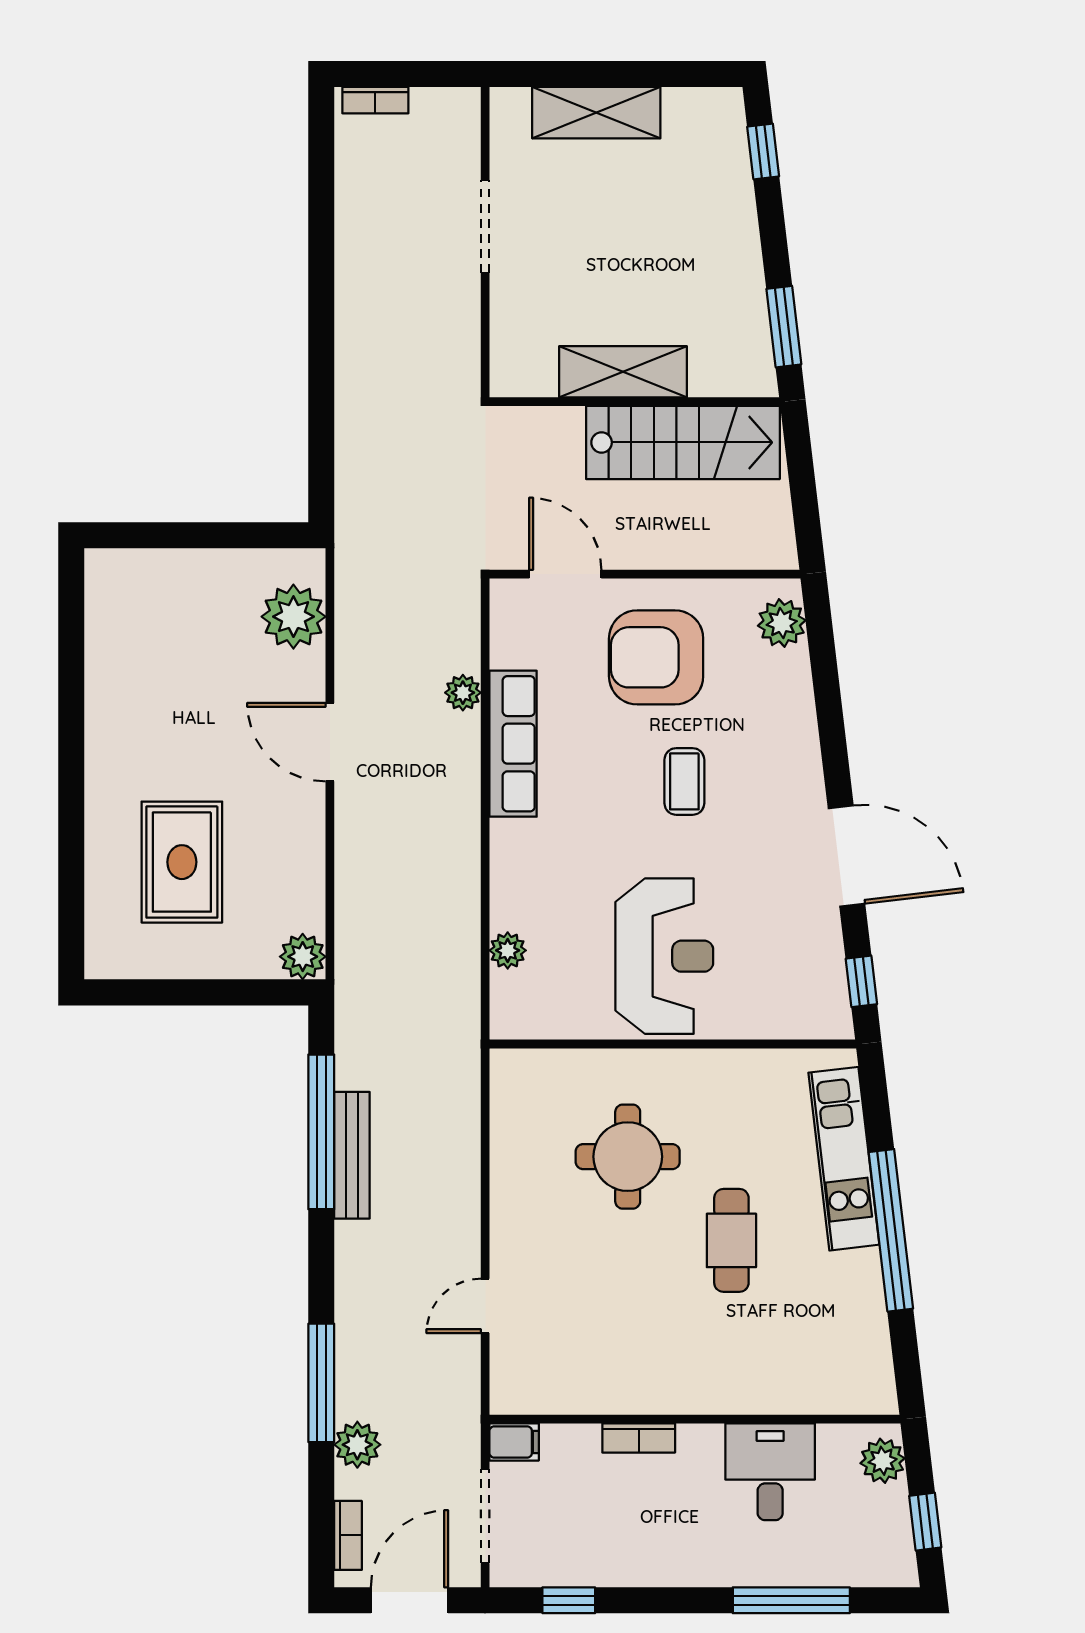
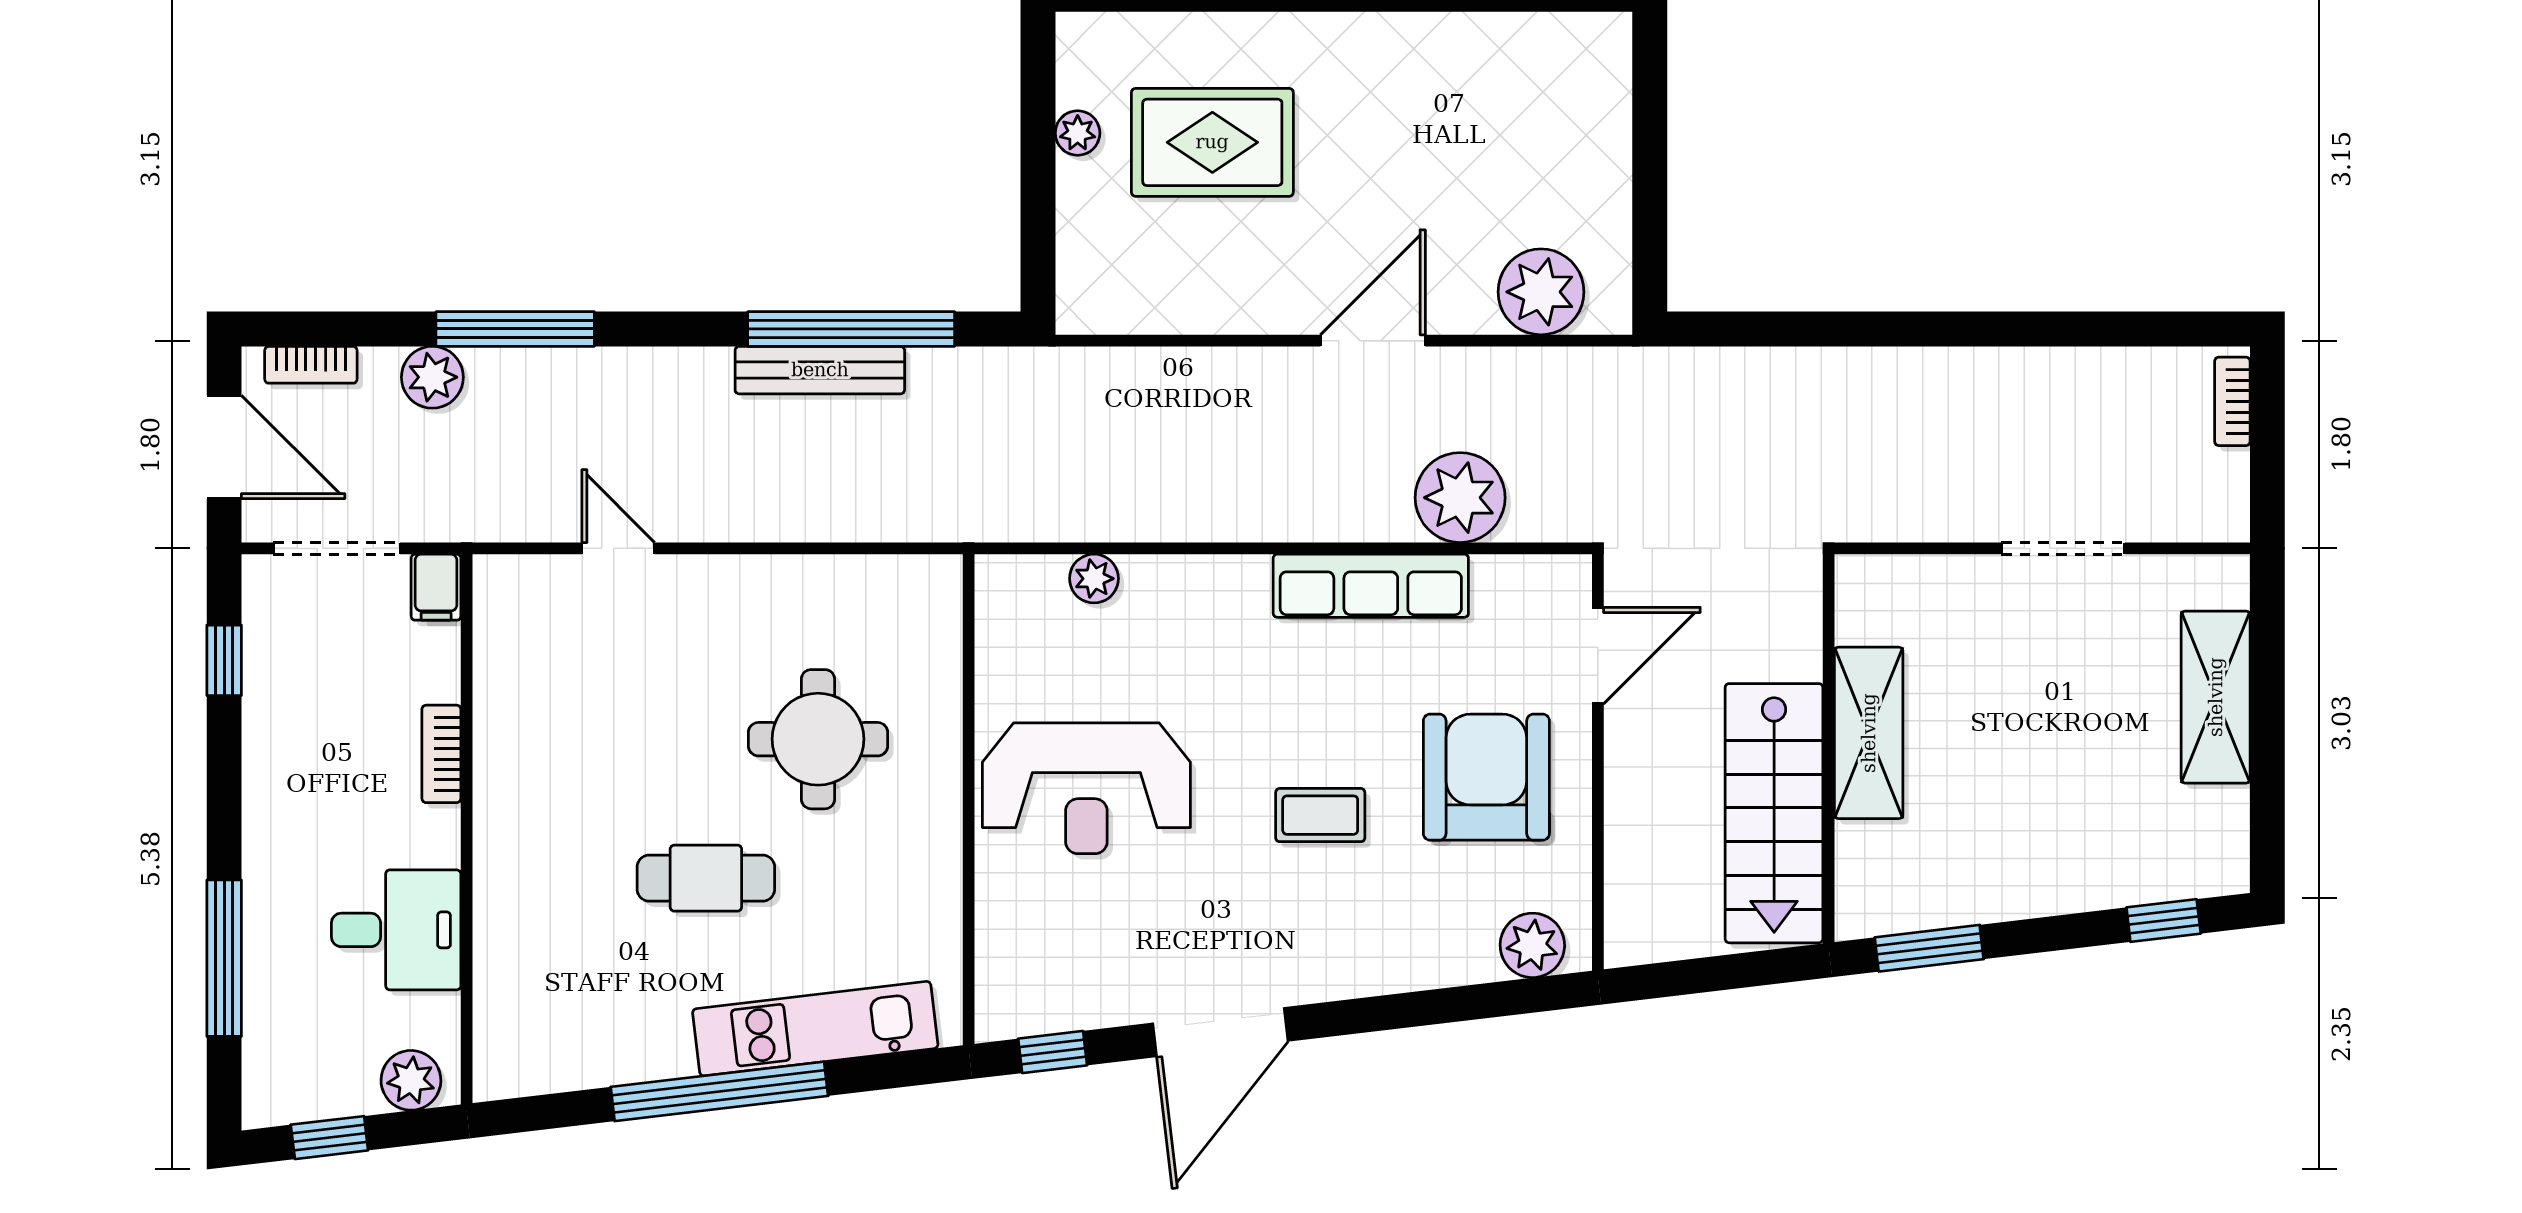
plant: (463, 693) -> (1460, 498), width x1.87, depth x1.87
plant: (303, 957) -> (1078, 133), moved, width x0.73, depth x0.73

